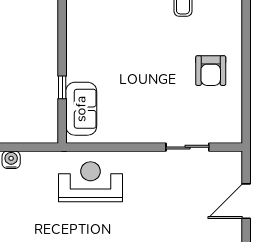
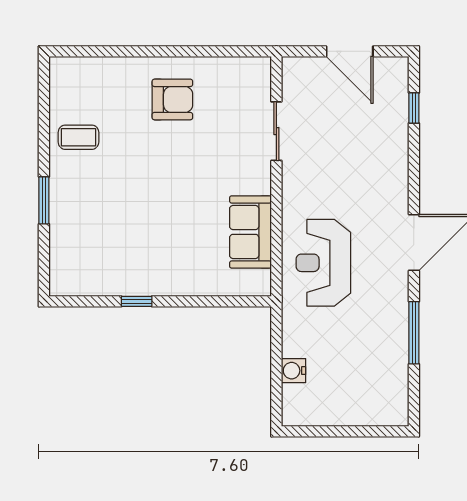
window: (62, 87) -> (137, 301), moved
sofa: (81, 109) -> (250, 232), moved, turned -90

